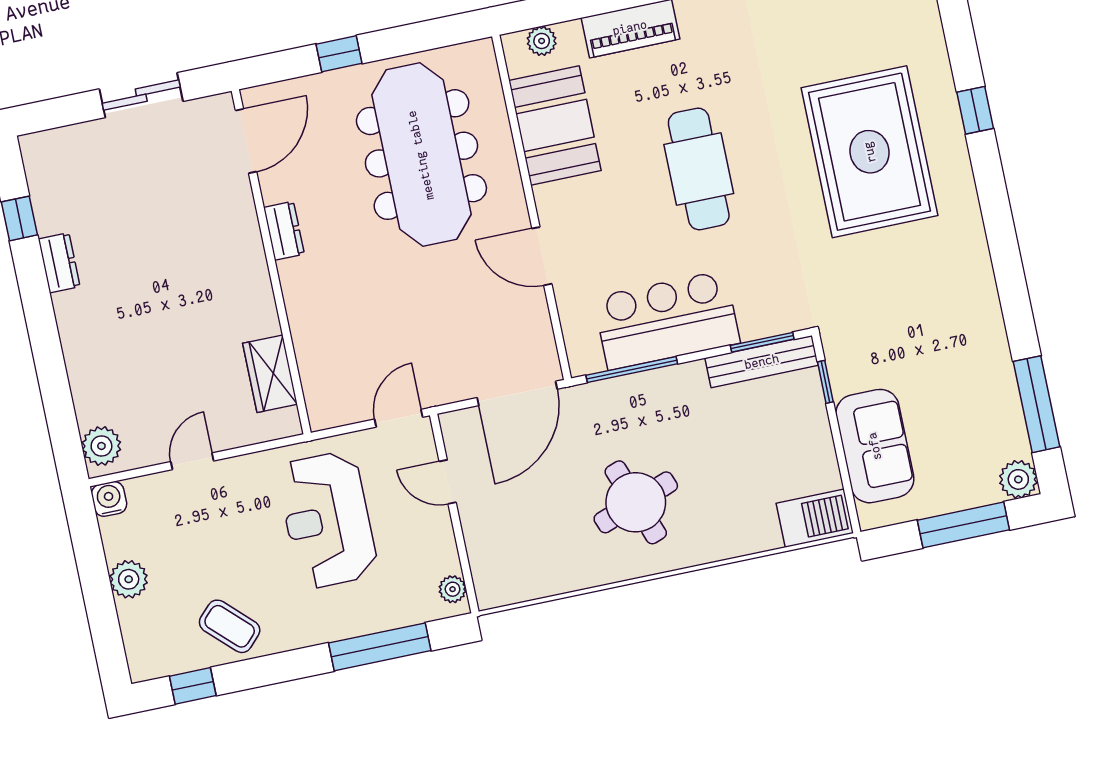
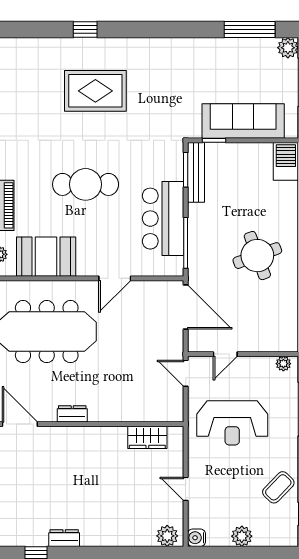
rug: (870, 152) -> (95, 91), width x0.73, depth x0.69
sofa: (875, 446) -> (243, 121), width x1.36

